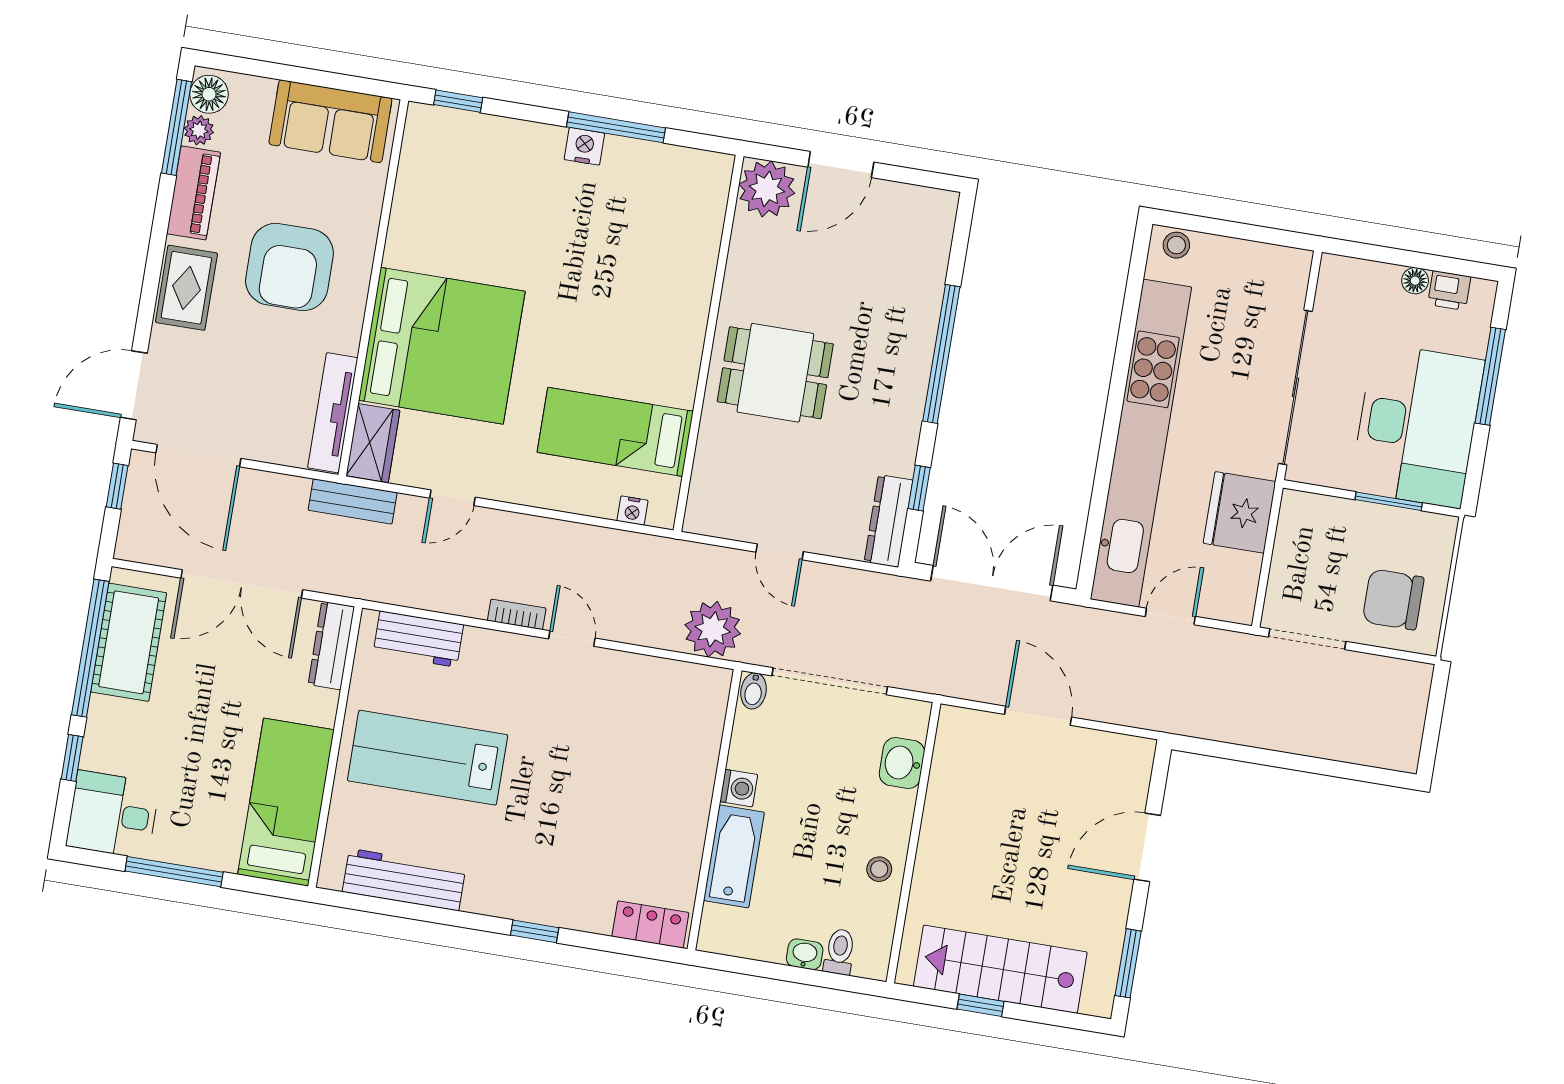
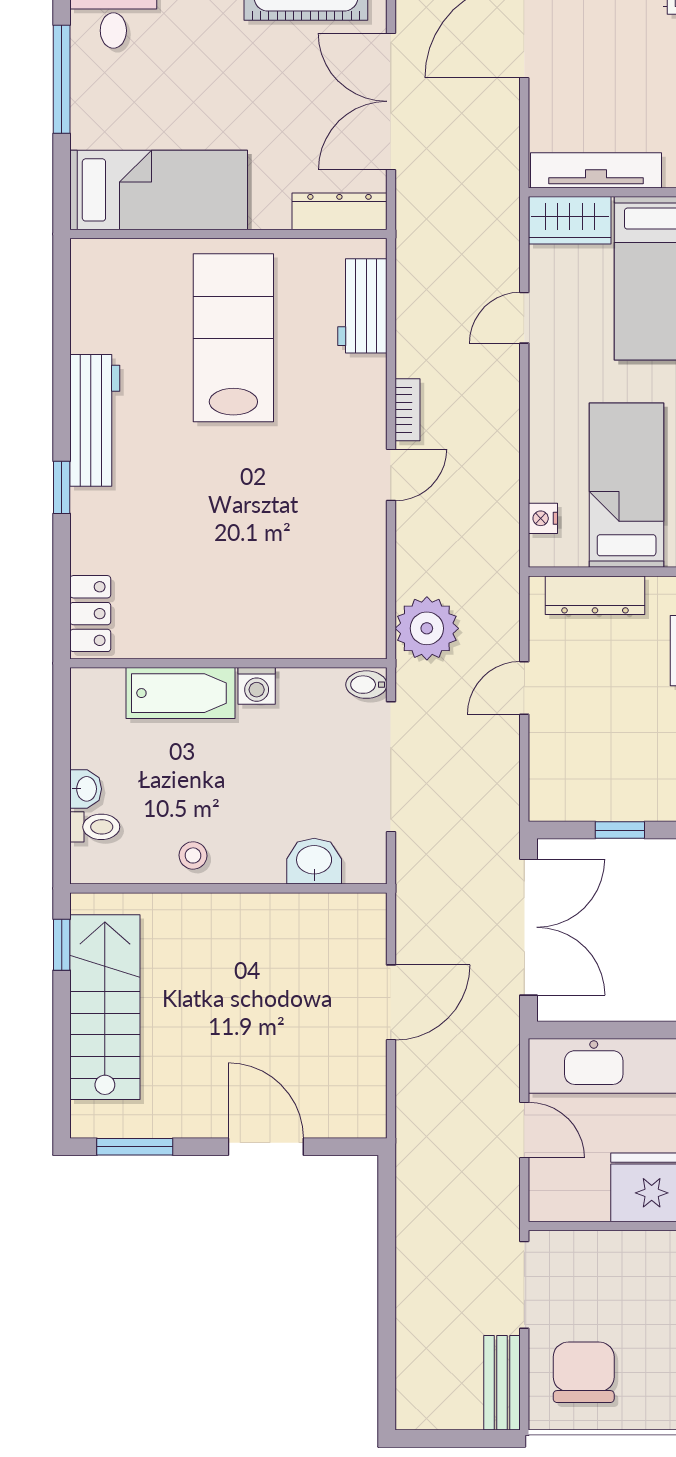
door: (452, 498) -> (524, 318), hinge flipped
bench: (353, 501) -> (502, 1383), moved
dresser: (889, 521) -> (595, 595), moved, turned 180
workbench: (404, 880) -> (95, 420), moved
window: (981, 1005) -> (62, 945), moved

